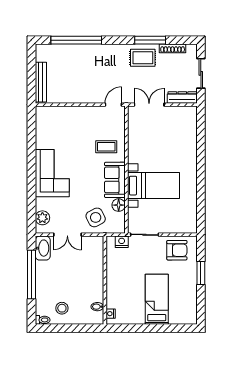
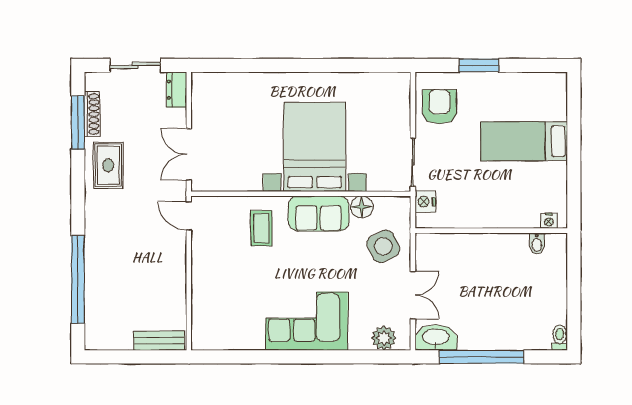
window: (150, 40) -> (78, 123), moved
bench: (41, 82) -> (159, 341), width x0.73
dresser: (182, 97) -> (177, 90), width x0.70
bed with nightstands: (153, 186) -> (315, 147), width x1.36
stool: (62, 308) -> (539, 304), removed

